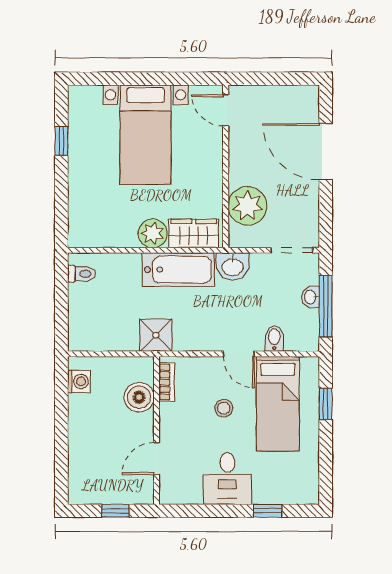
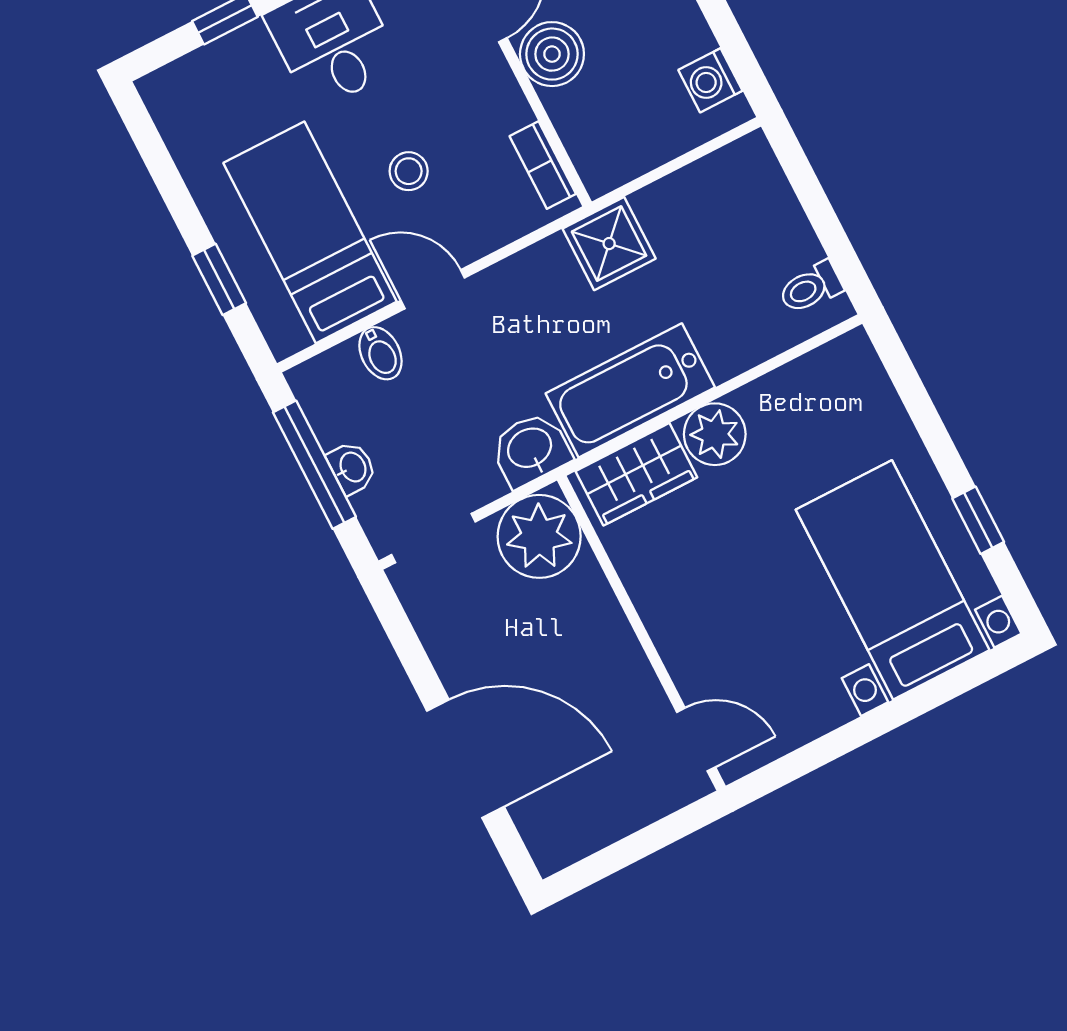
bed with nightstands: (146, 135) -> (893, 580), moved
plant: (247, 206) -> (539, 536), moved
boiler: (139, 397) -> (552, 54), moved

